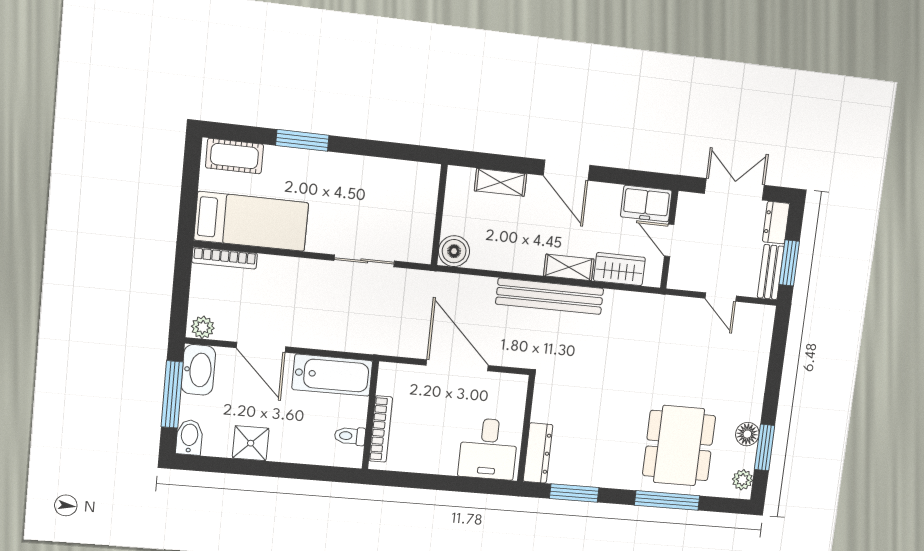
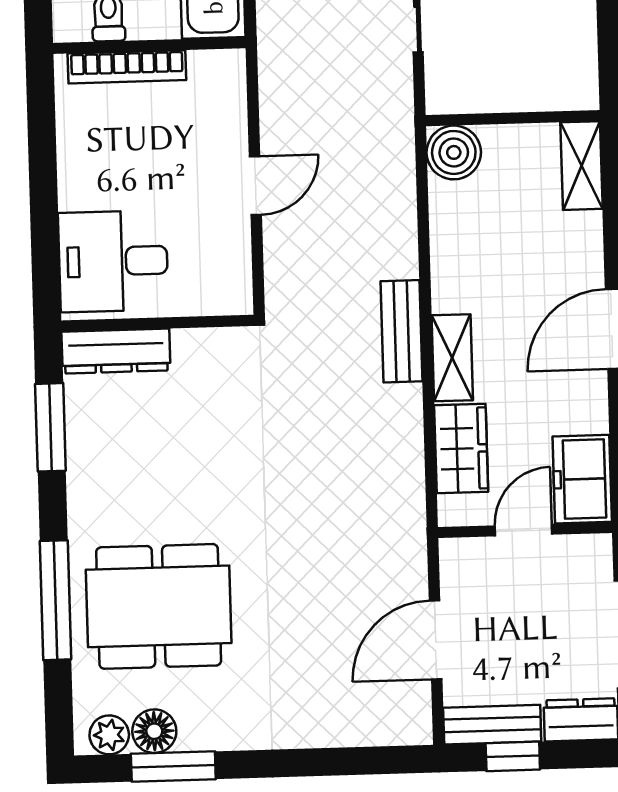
shelving: (501, 182) -> (581, 166), moved
window: (789, 263) -> (513, 756), width x0.67
bench: (550, 296) -> (402, 331), width x0.54, depth x0.82
door: (721, 297) -> (436, 640), width x1.38
door: (457, 365) -> (255, 185), width x0.53
floor lamp: (747, 434) -> (154, 731), moved

